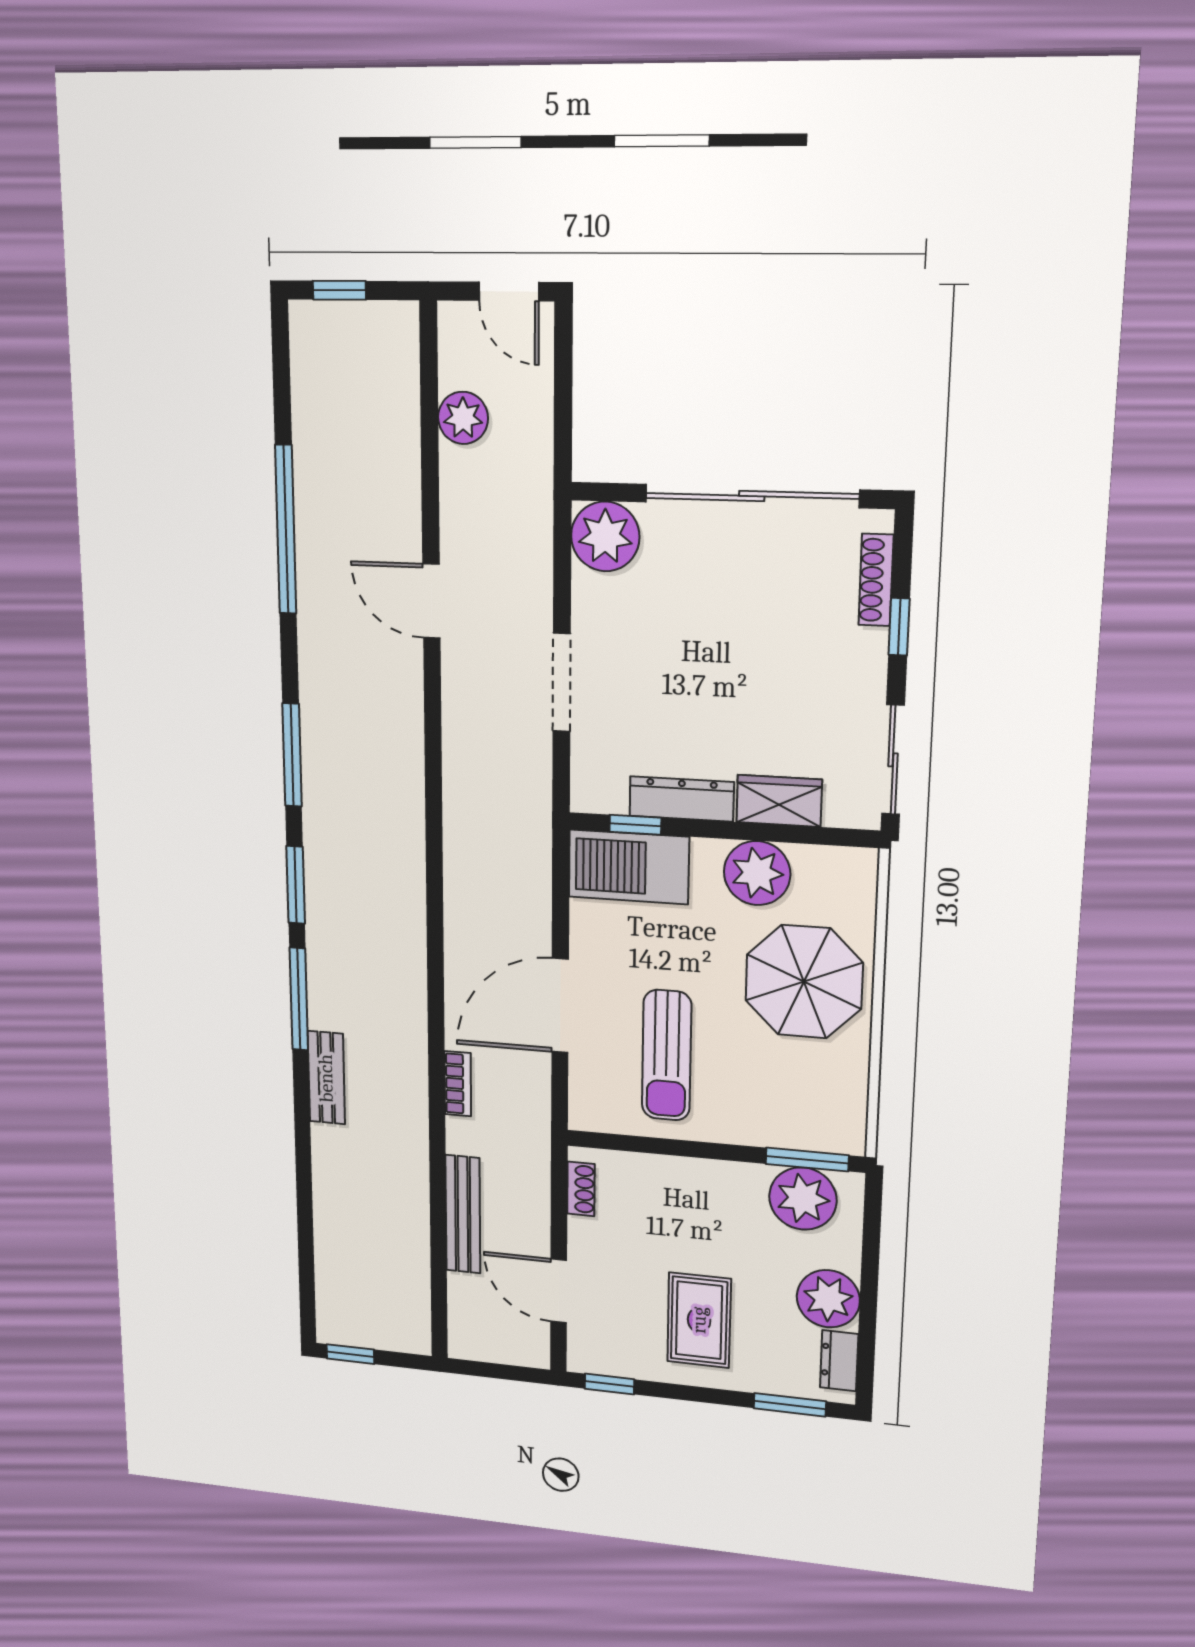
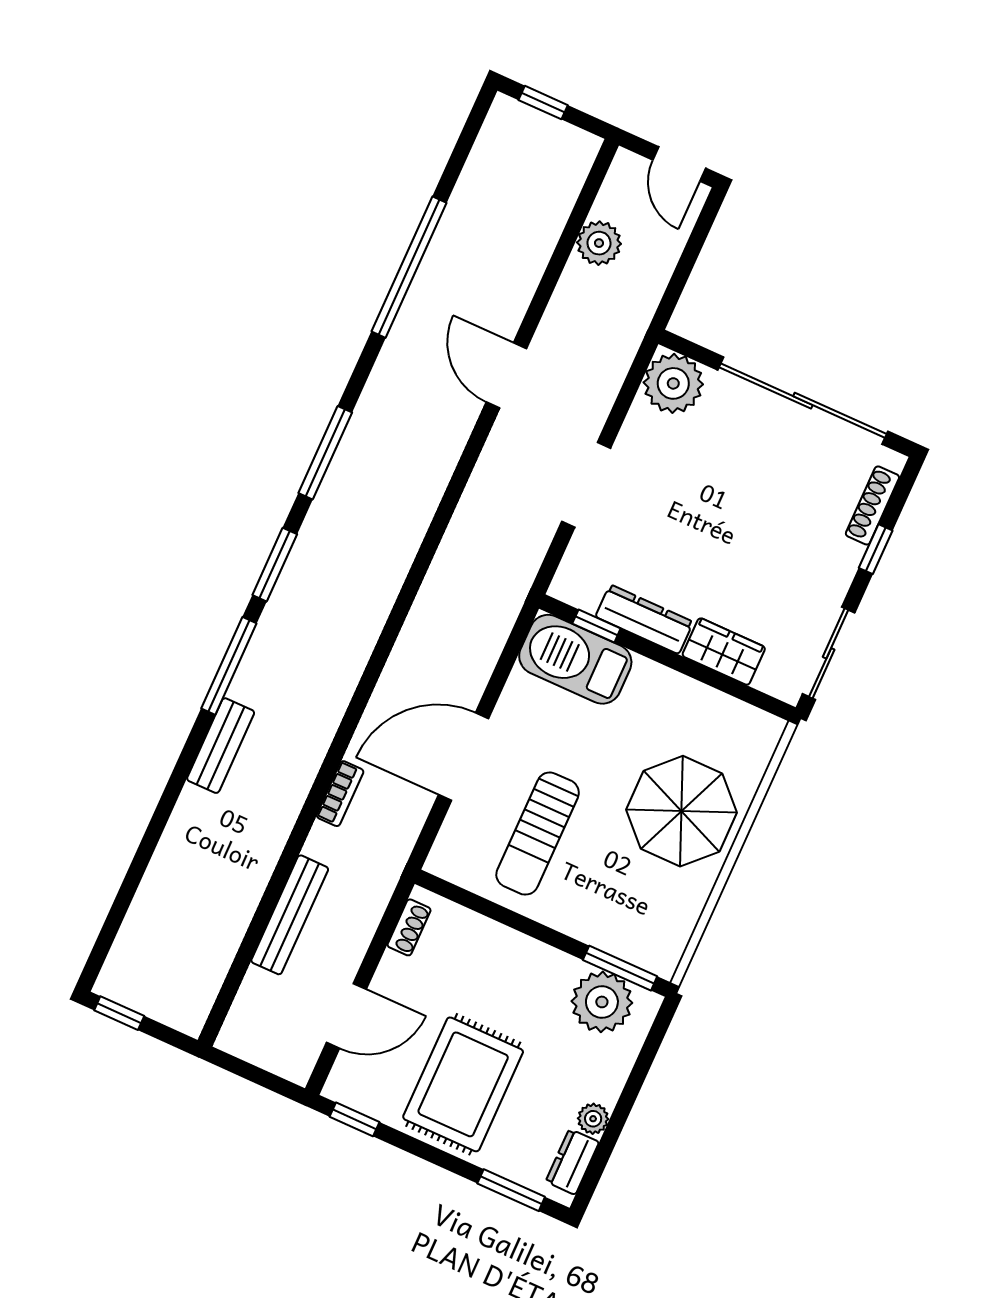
plant: (757, 873) -> (681, 705), removed
door: (559, 1291) -> (346, 1016), swing flipped
plant: (828, 1299) -> (593, 1119), width x0.53, depth x0.53
rug: (699, 1320) -> (463, 1084), width x1.36, depth x1.43

